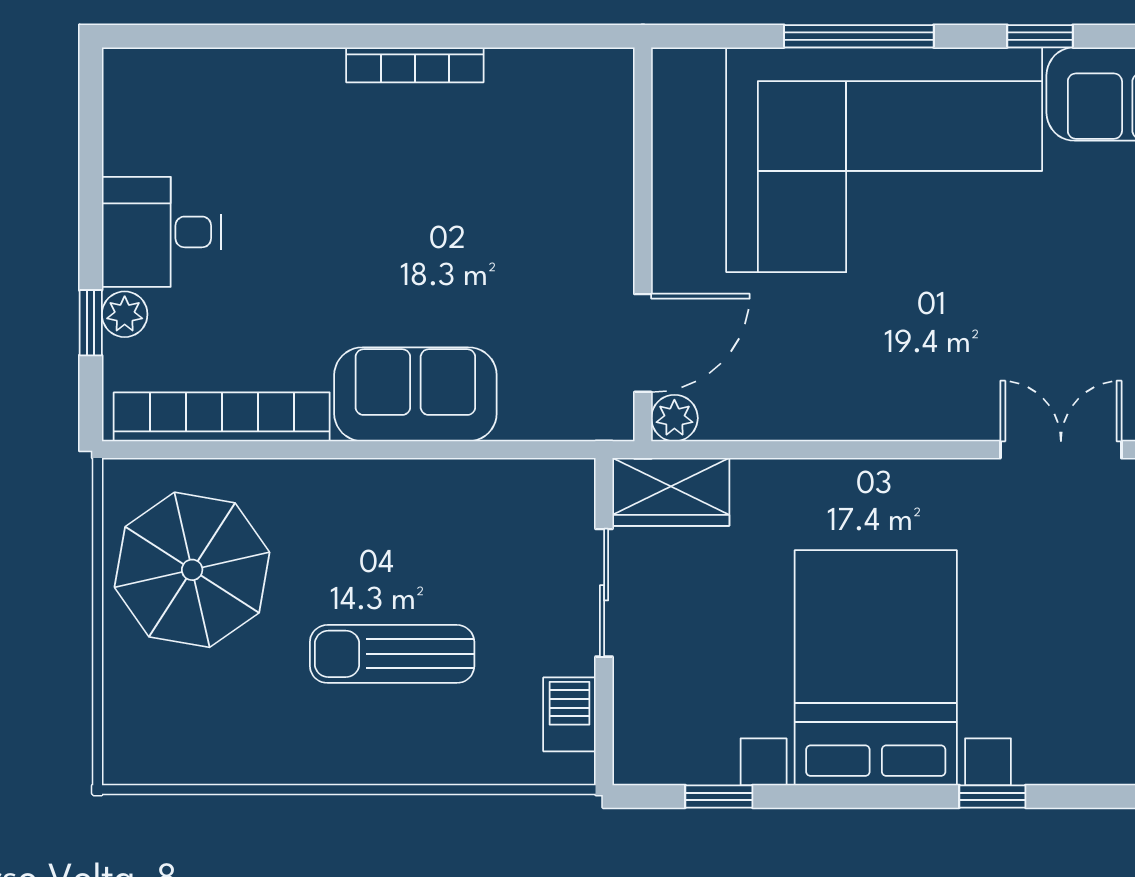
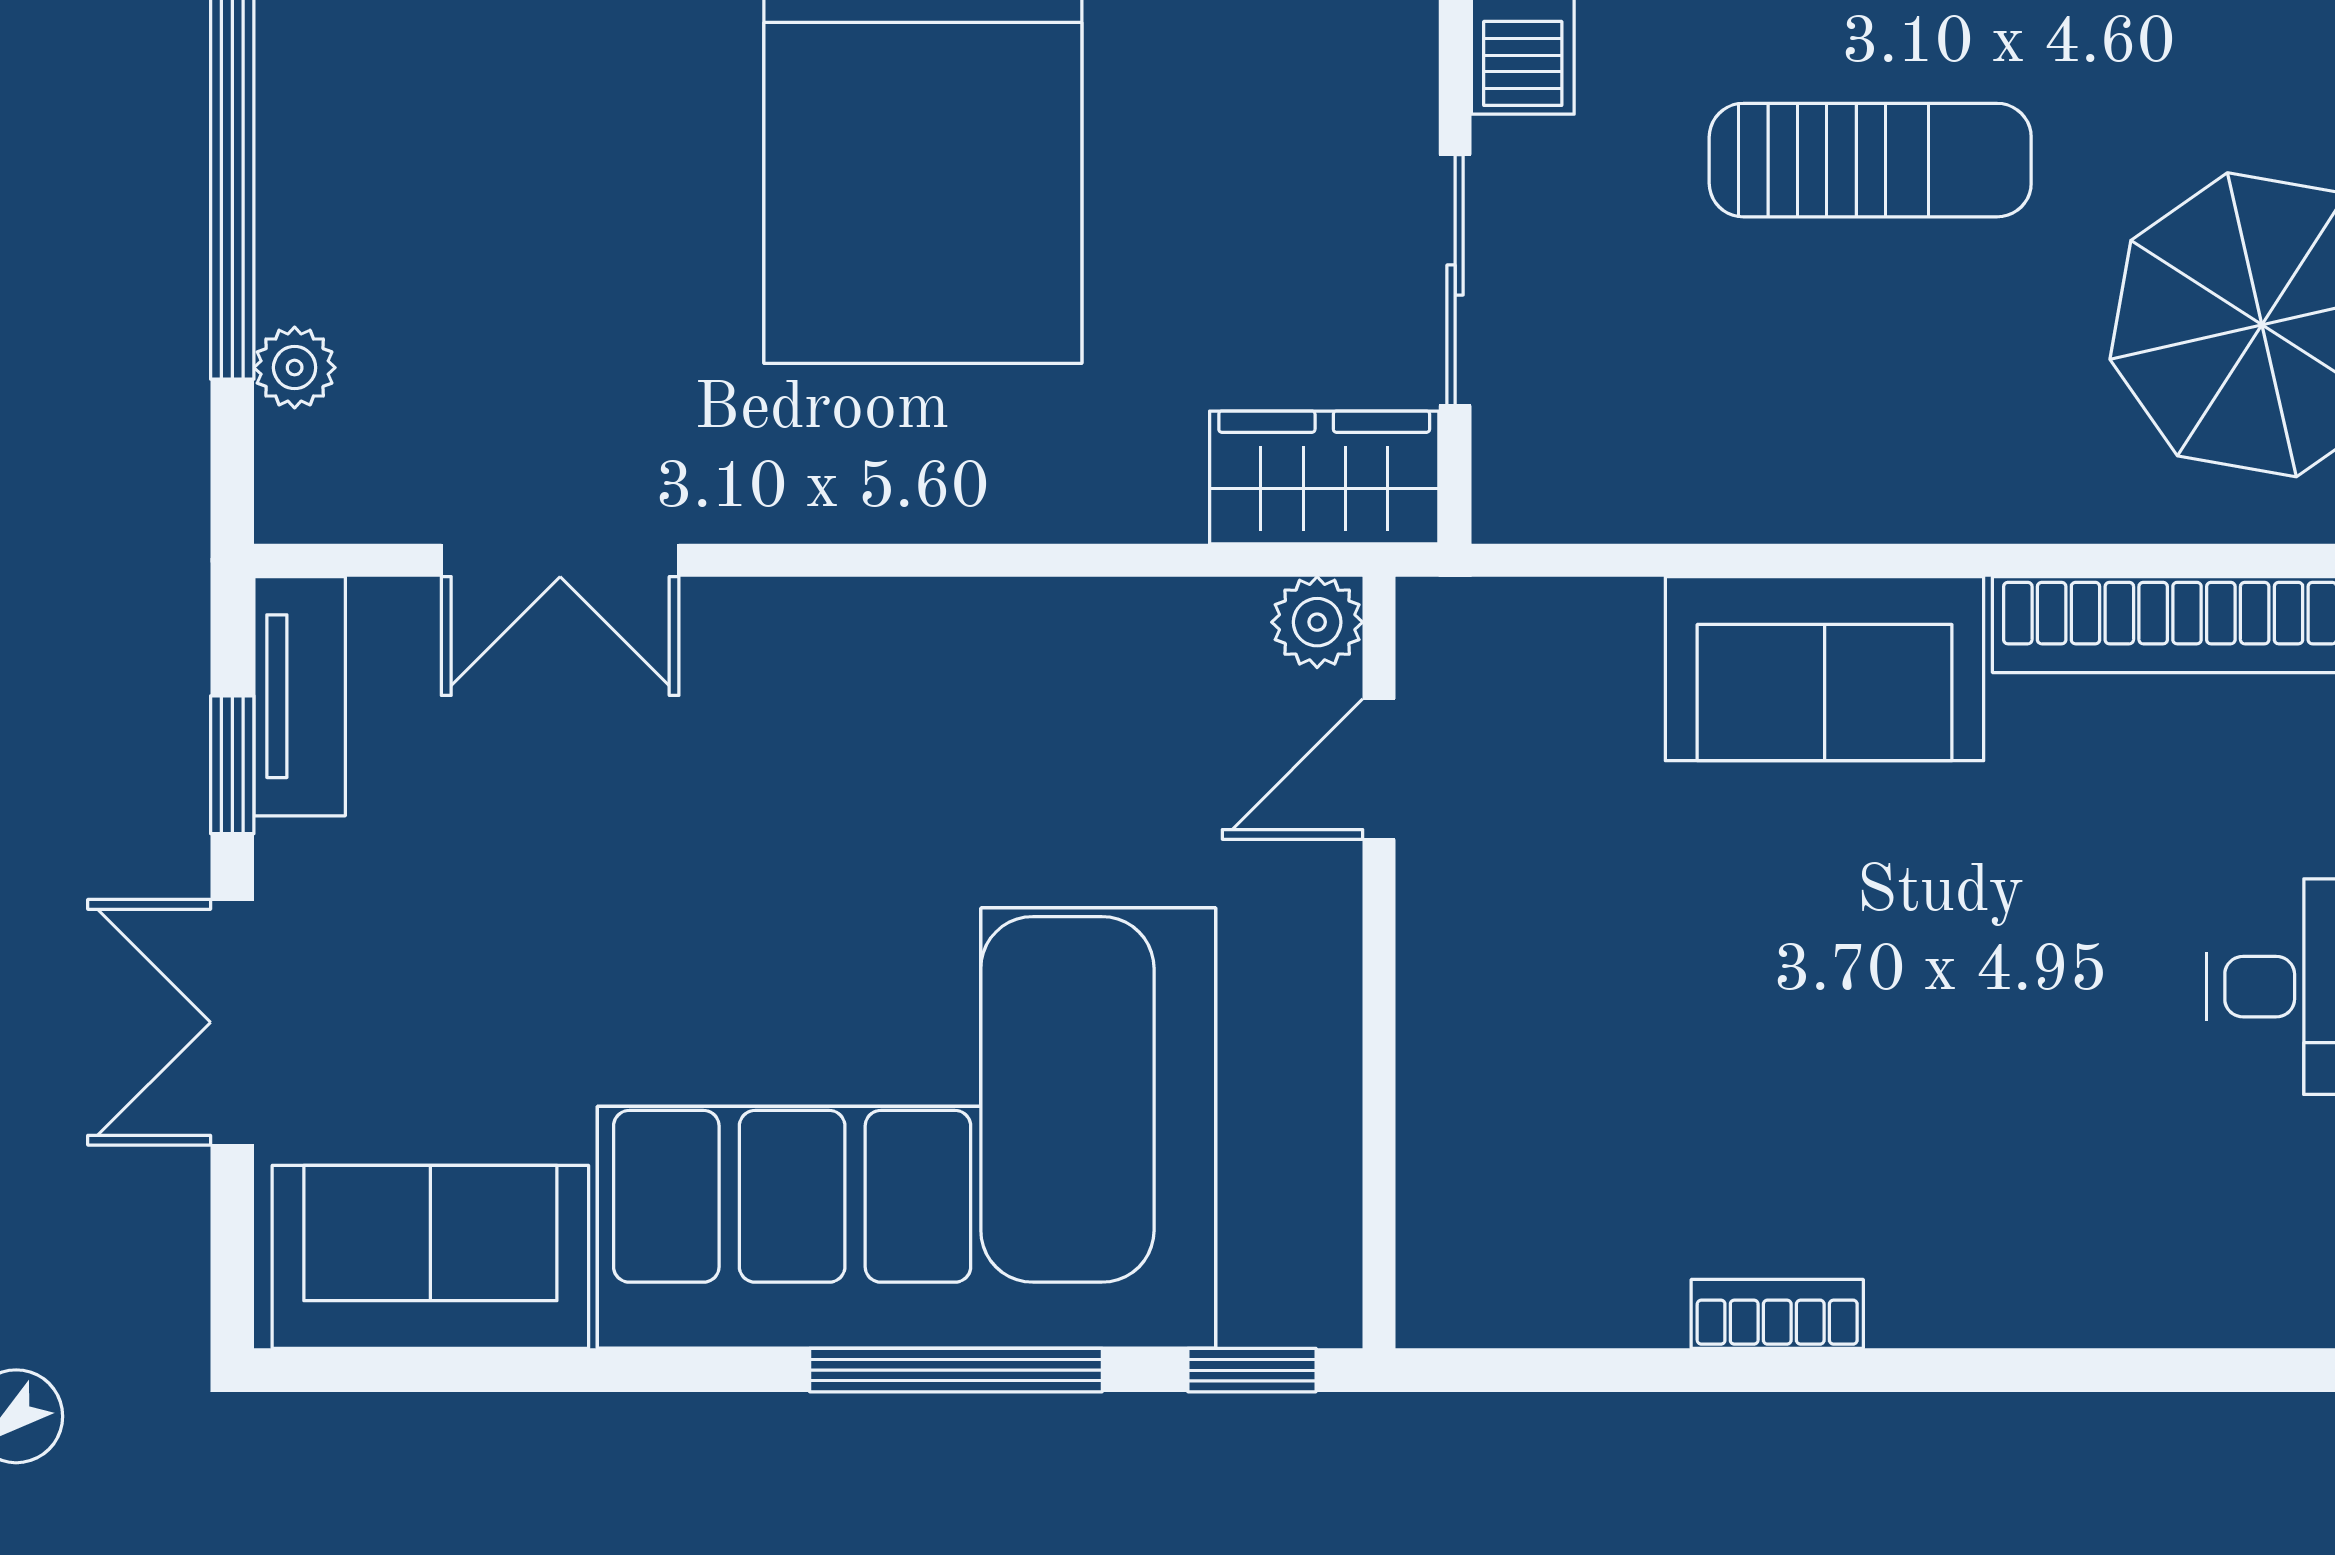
window: (1040, 36) -> (1252, 1370), moved
bookcase: (415, 65) -> (1777, 1314), width x0.64
door: (643, 343) -> (1379, 769), width x0.73

